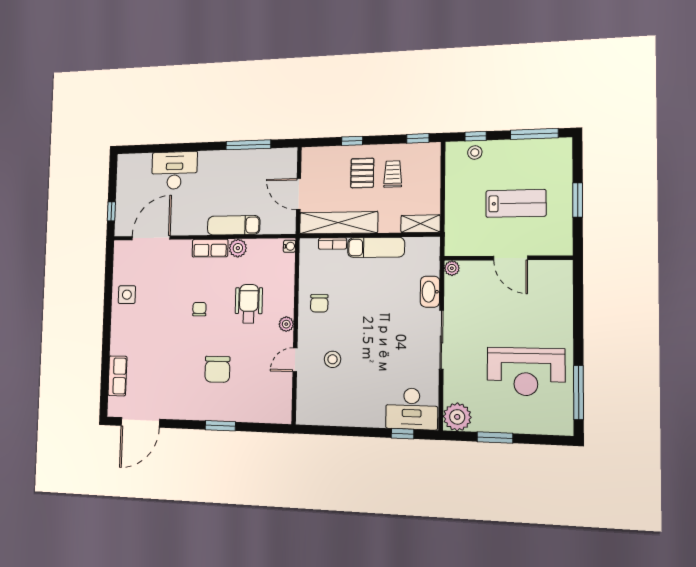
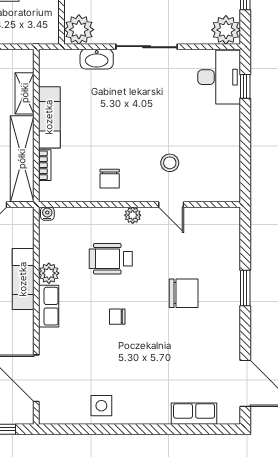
shelving: (421, 224) -> (25, 93), moved
plant: (452, 268) -> (79, 30), width x1.87, depth x1.87
chair: (319, 303) -> (110, 179), turned 90

